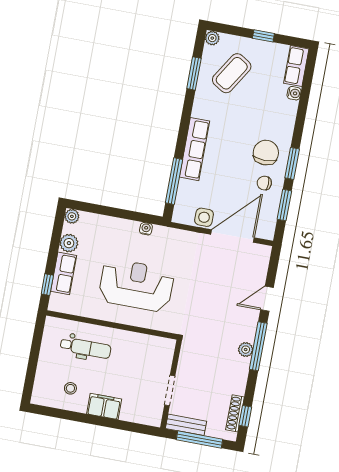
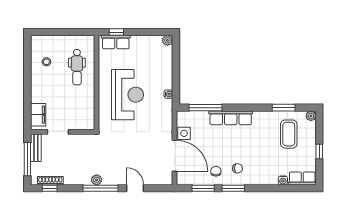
coffee table: (232, 73) -> (289, 134), turned 58
chair: (266, 153) -> (237, 168), width x0.54, depth x0.54
plant: (69, 243) -> (148, 42), removed
row of seats: (64, 273) -> (116, 42), moved
filing cabinet: (104, 406) -> (38, 115), moved

